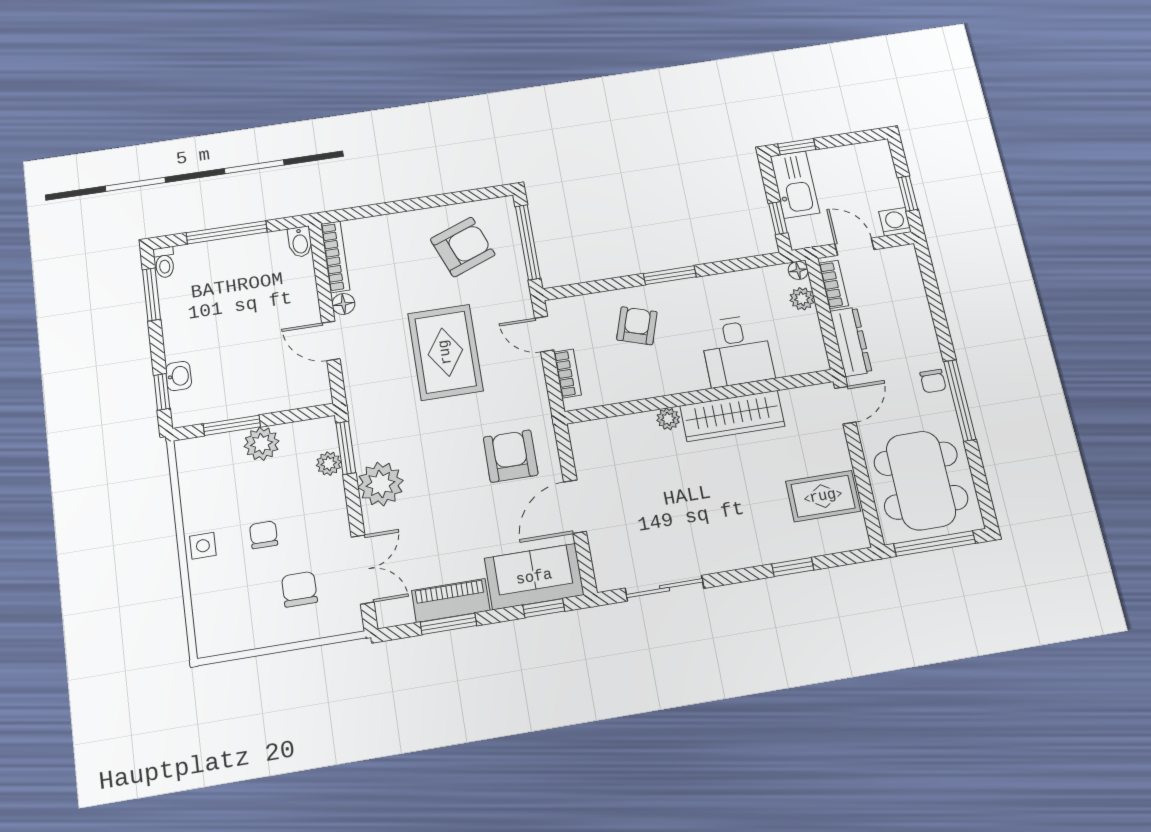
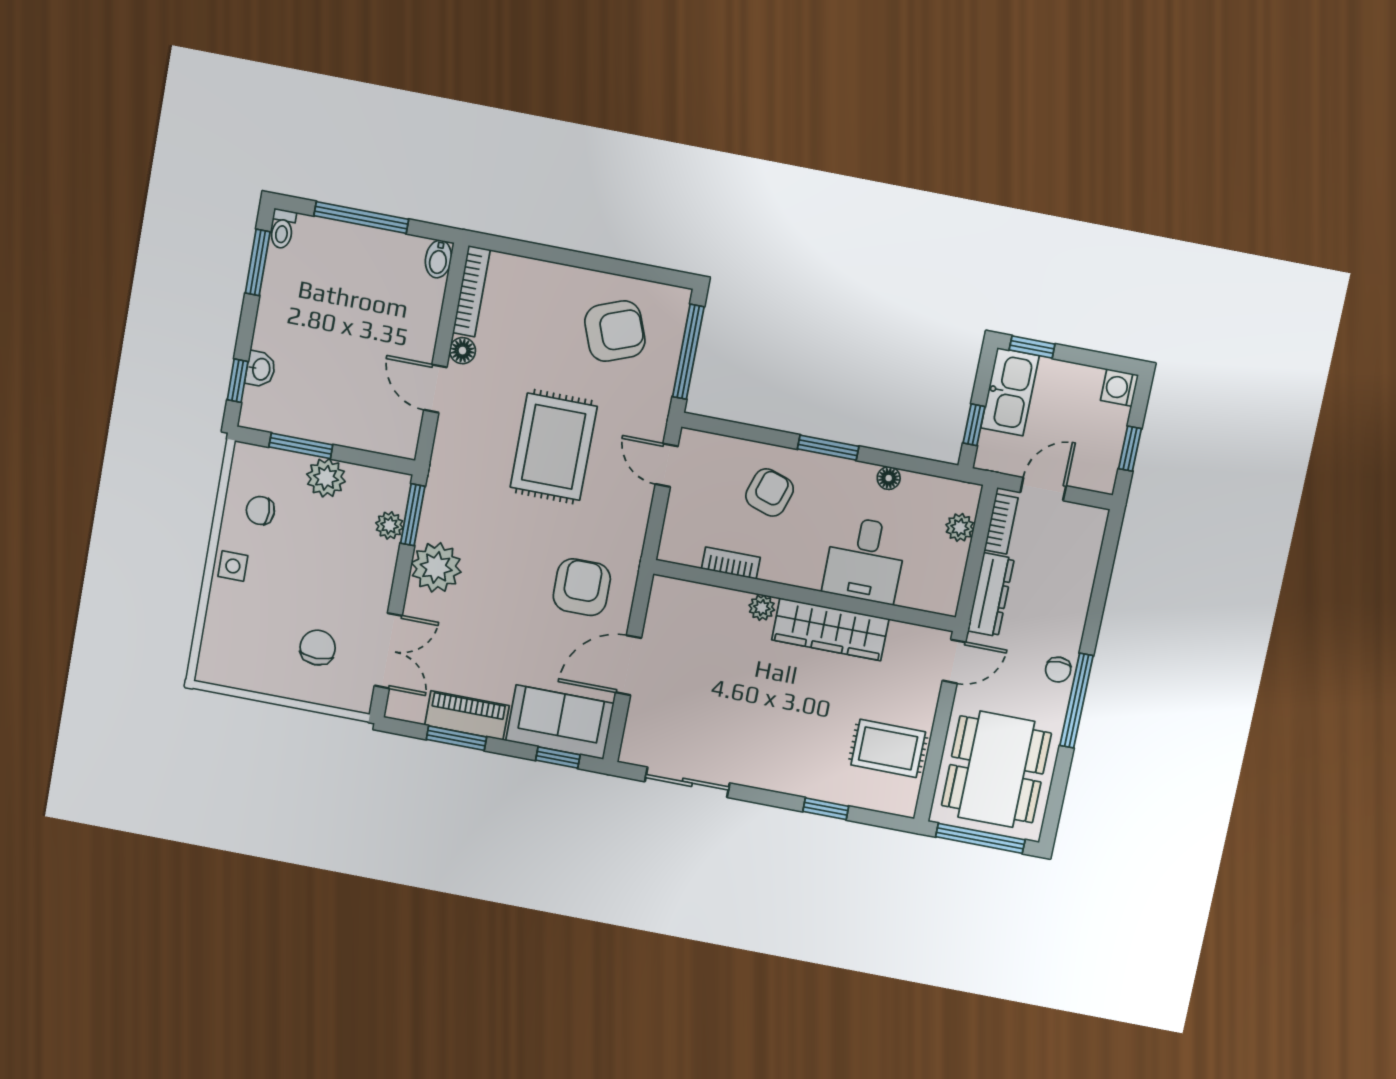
washing machine: (895, 222) -> (1119, 388), moved, turned -90
door: (855, 247) -> (1043, 489), hinge flipped
floor lamp: (798, 270) -> (889, 478), moved
bookcase: (567, 374) -> (731, 563), moved, turned -90
chair: (264, 535) -> (260, 511), moved, turned -90

